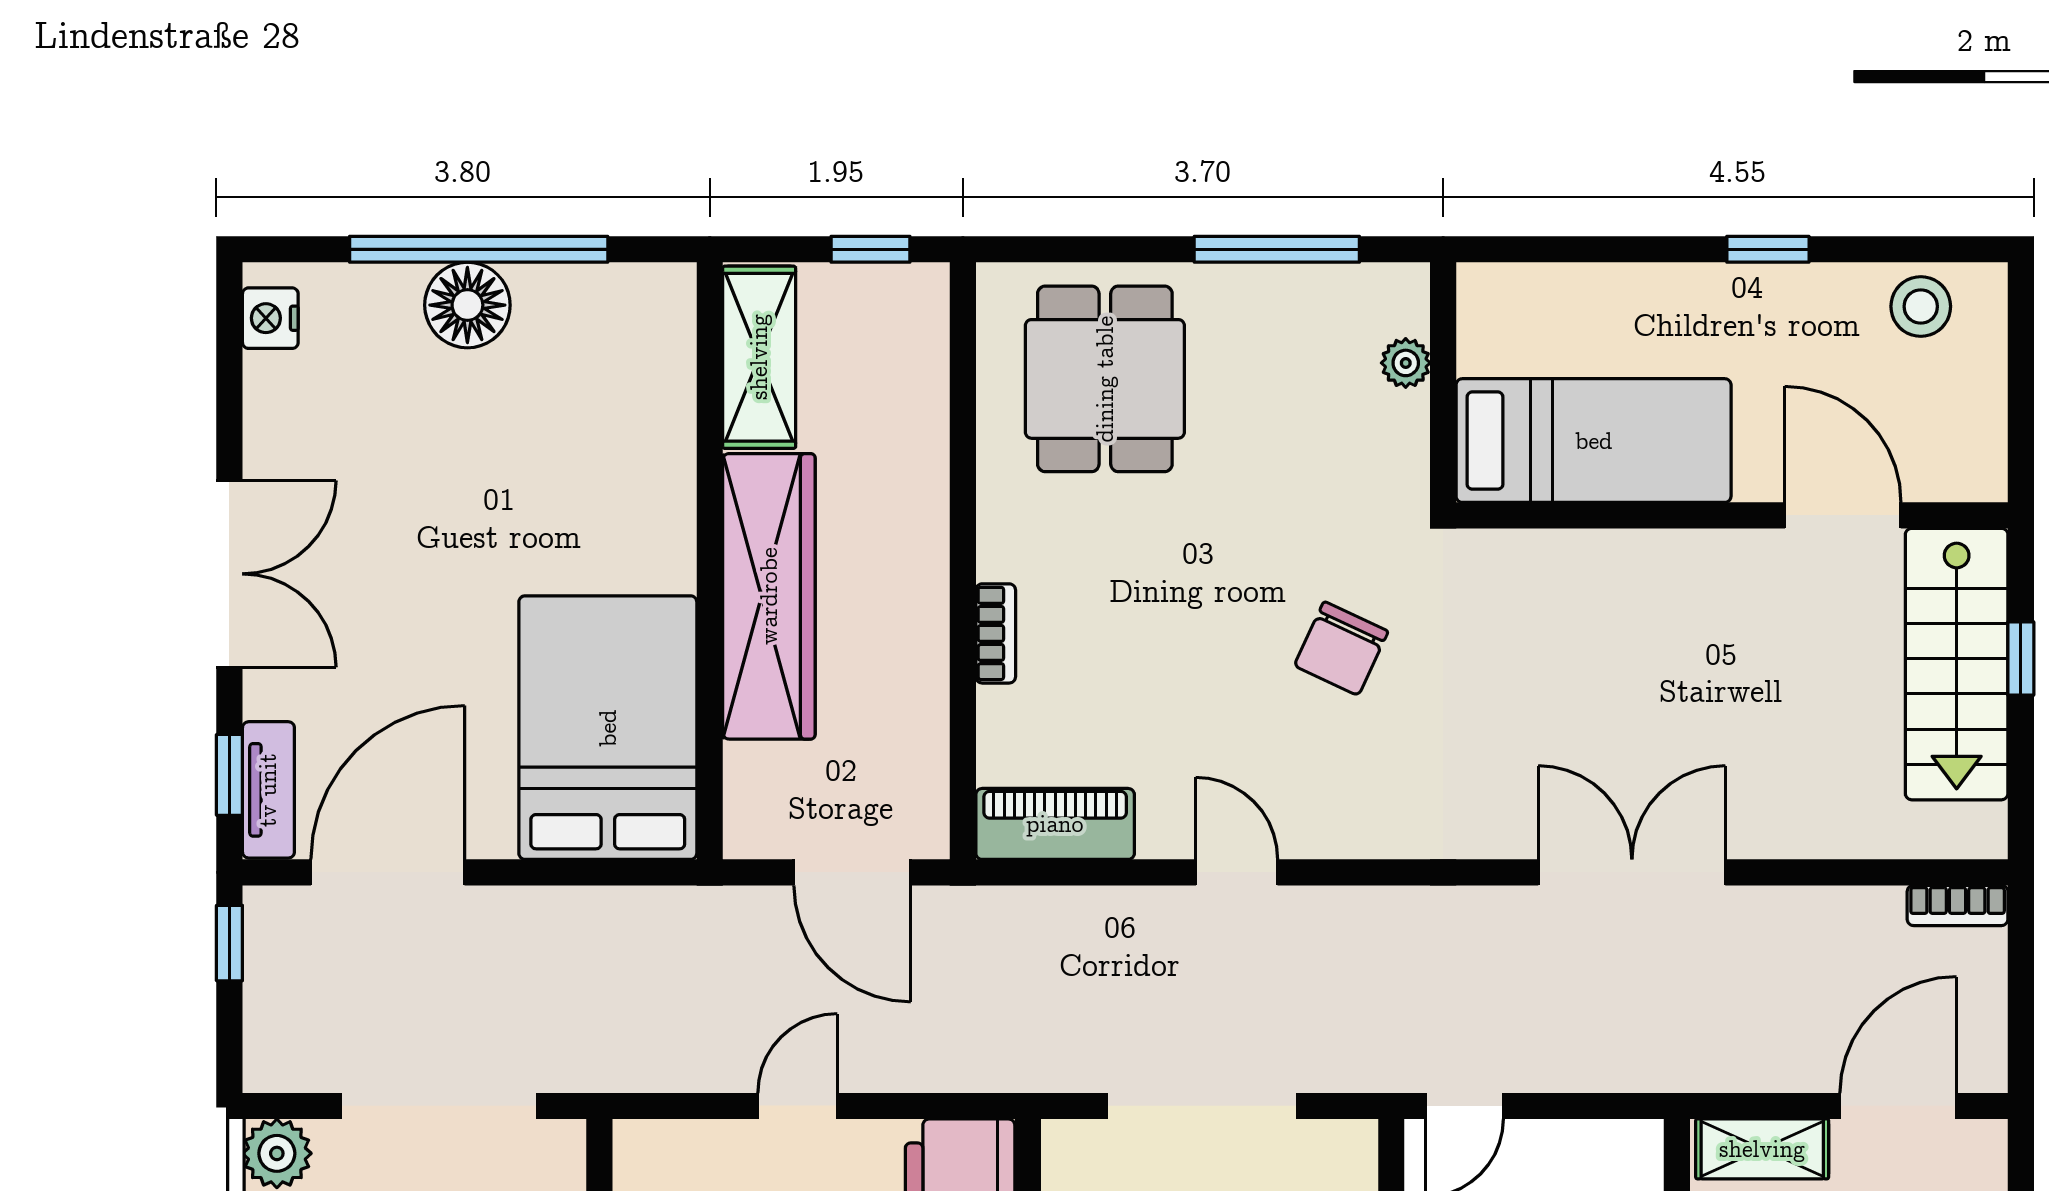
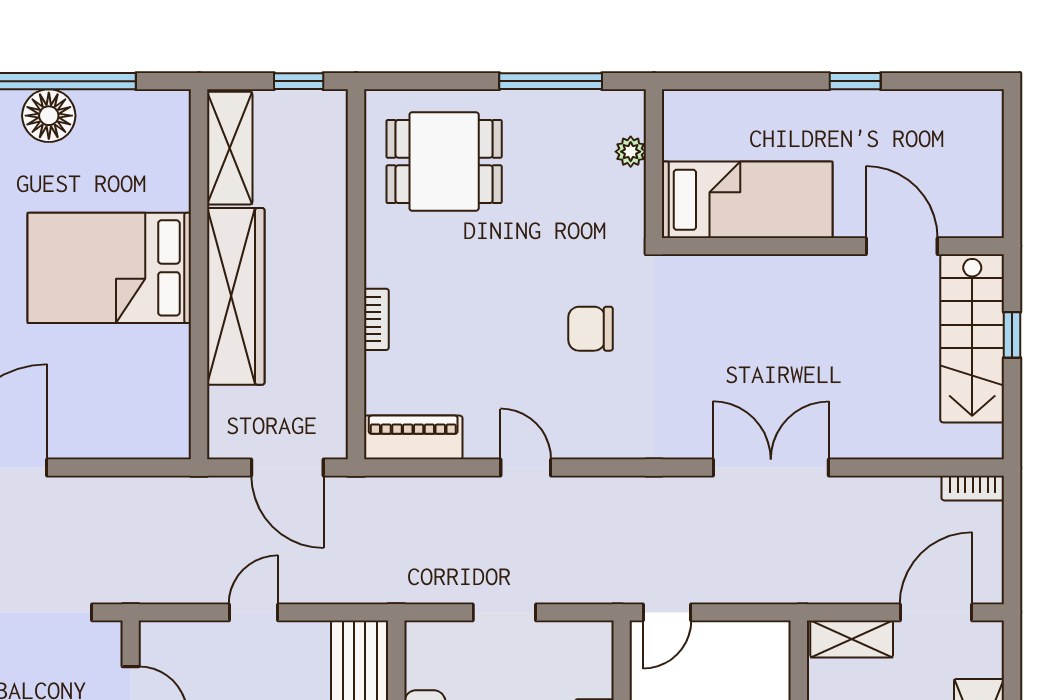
stool: (1921, 306) -> (950, 117), removed
dining table: (1105, 379) -> (444, 162), turned 90
chair: (1341, 649) -> (591, 329), turned 65
bed: (608, 728) -> (109, 268), moved, turned -90
doorway: (1202, 1106) -> (504, 612), width x0.53

